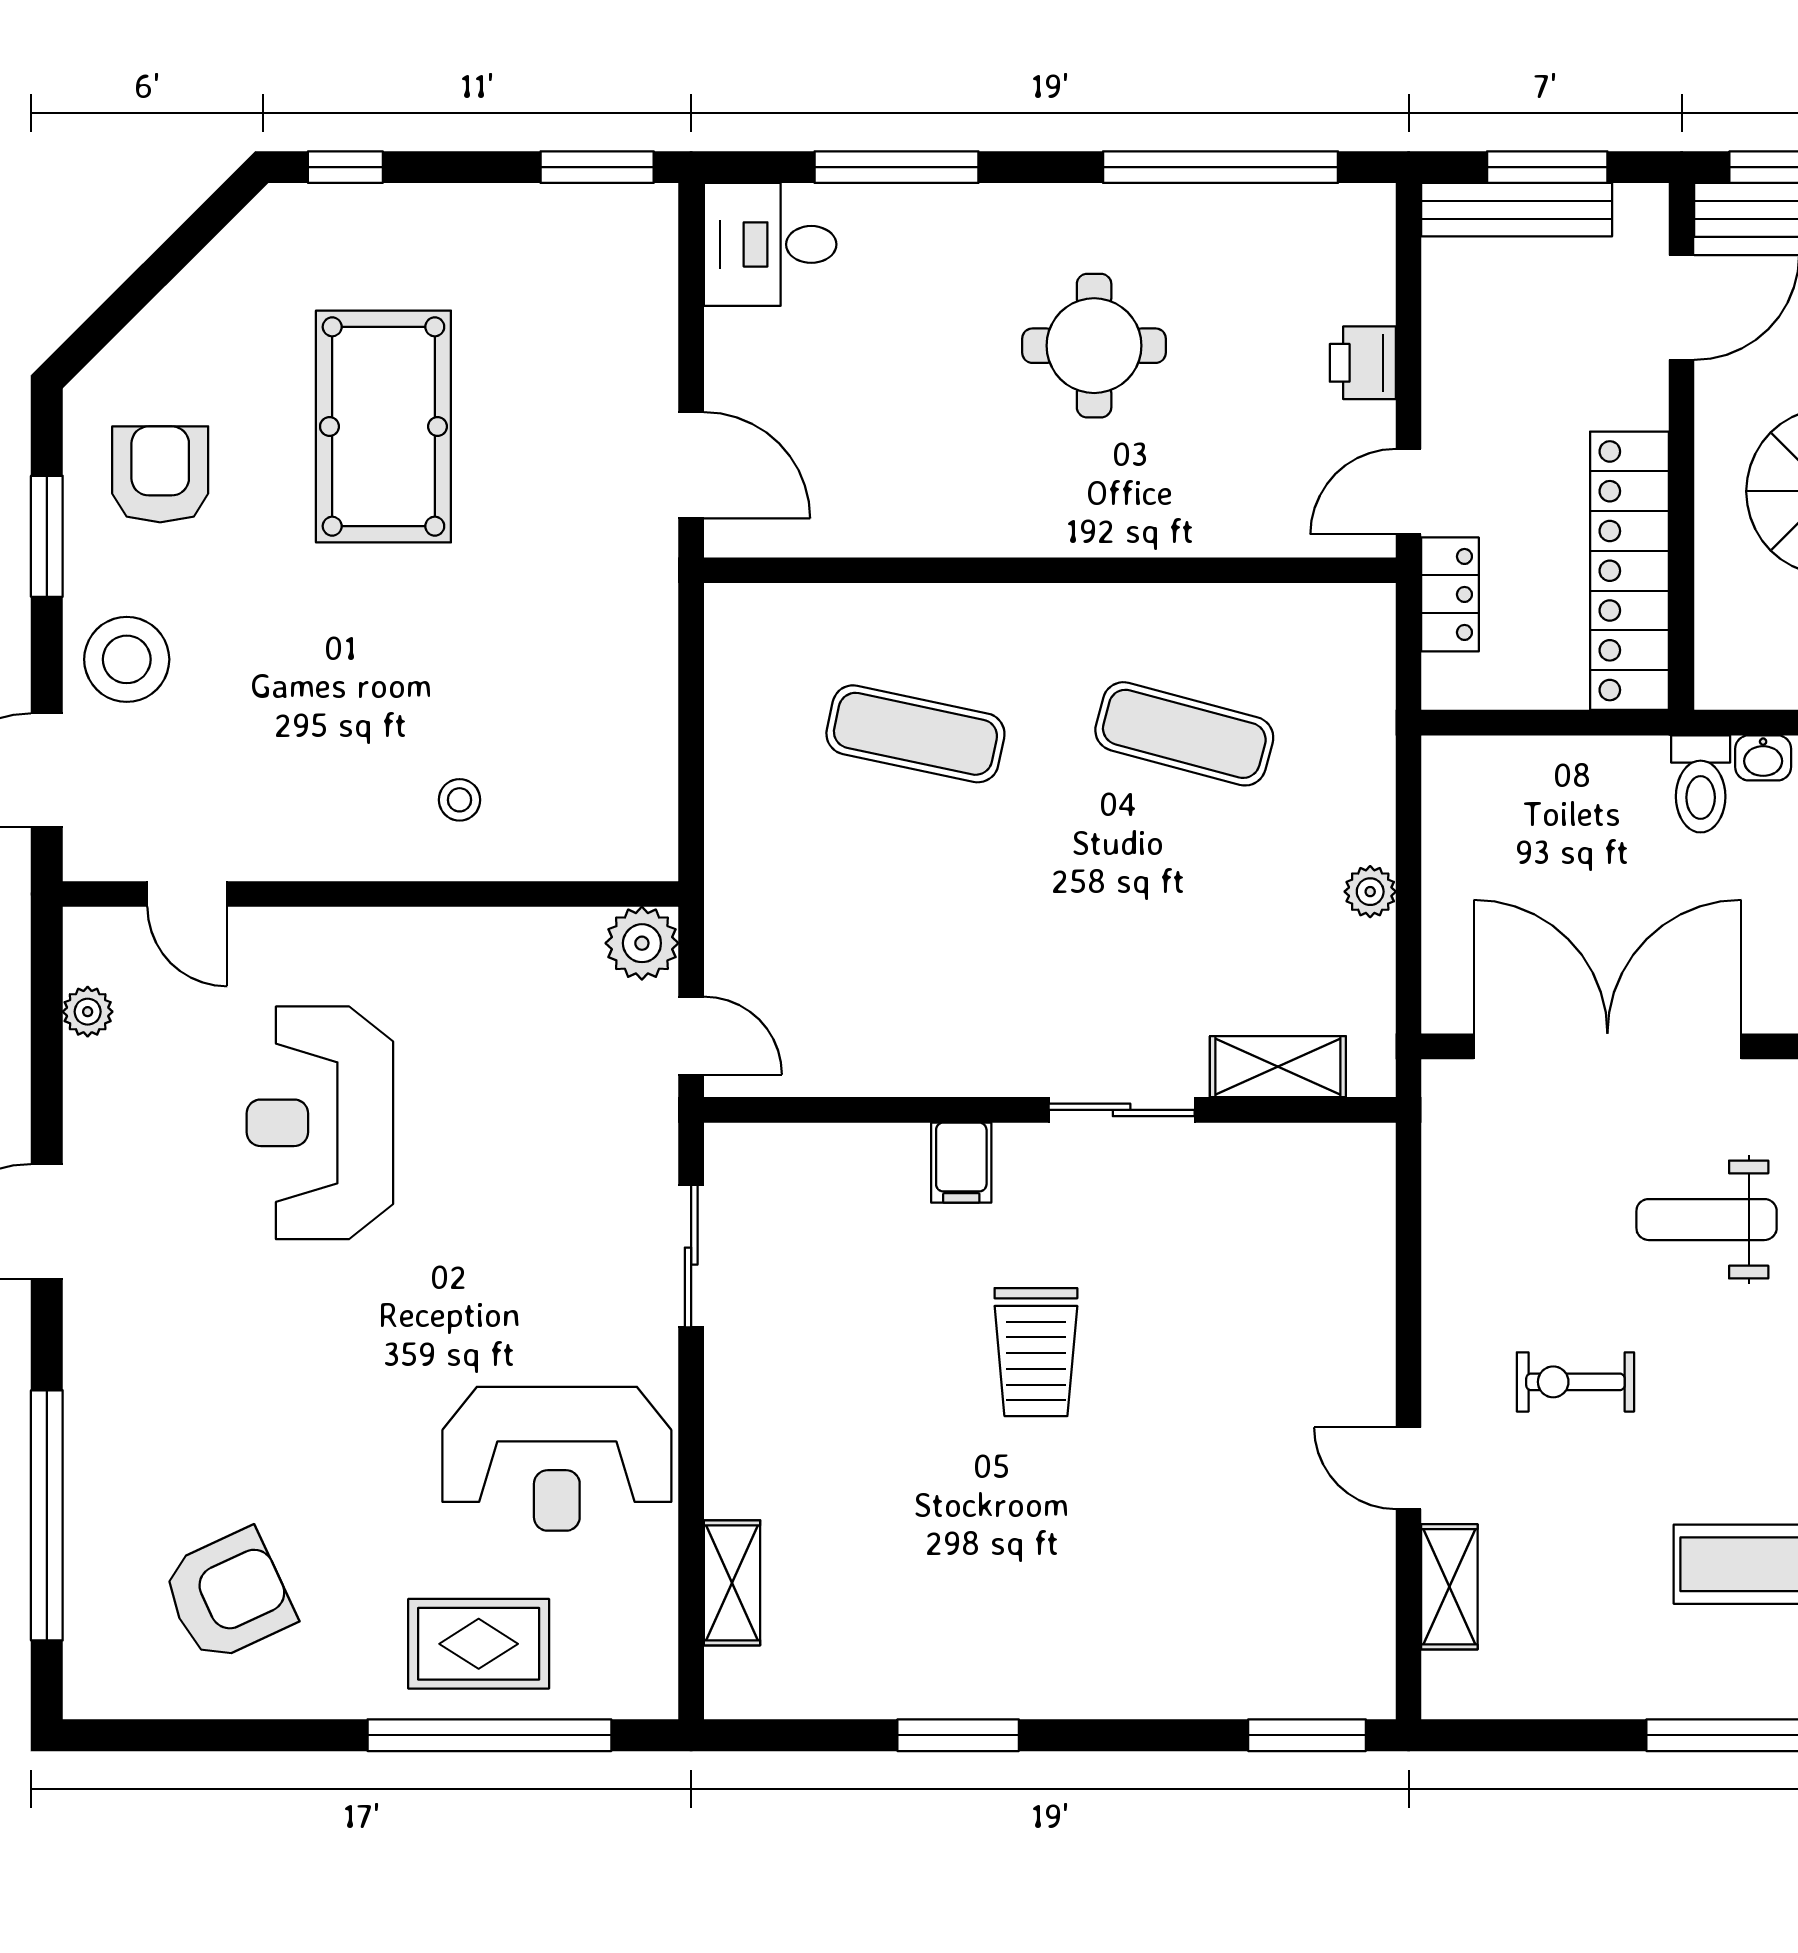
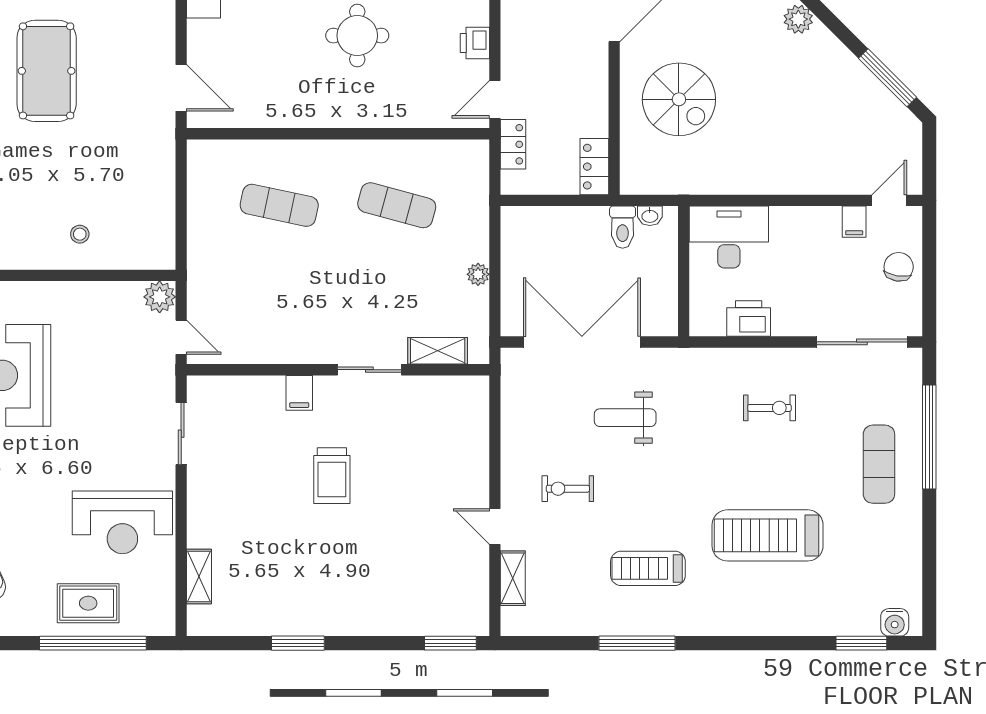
locker: (1629, 571) -> (594, 167), width x0.46, depth x0.83

